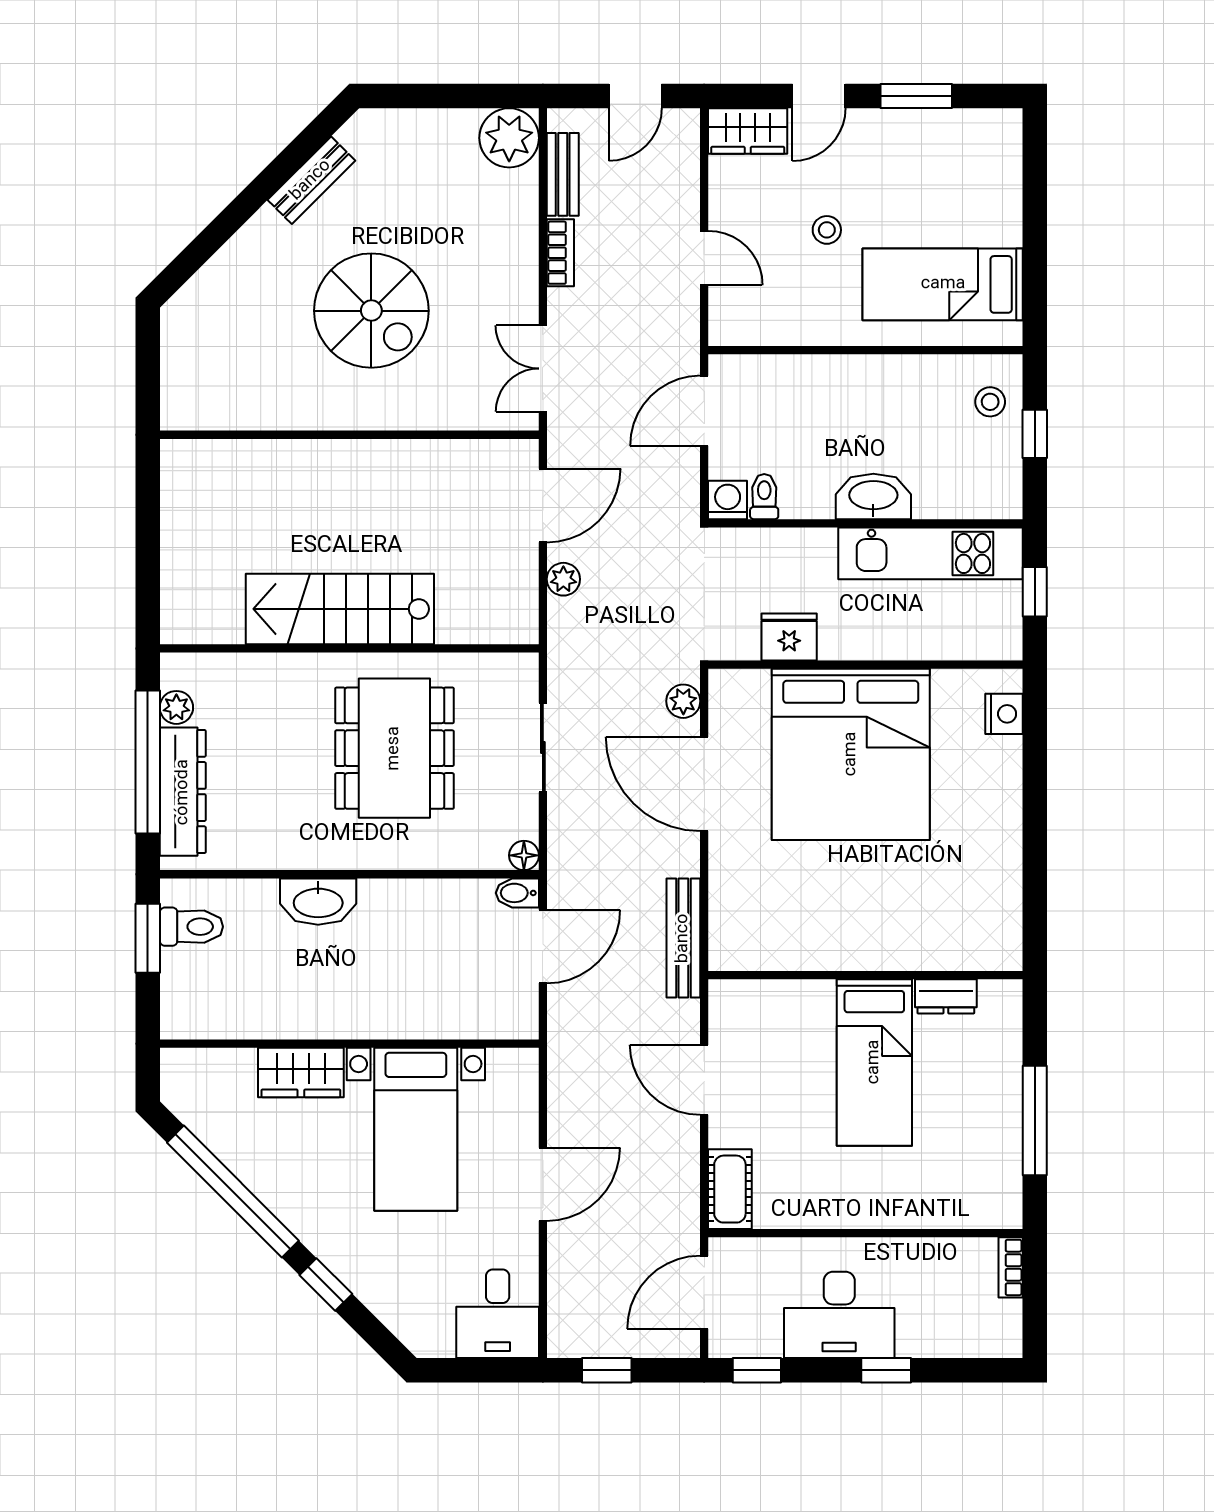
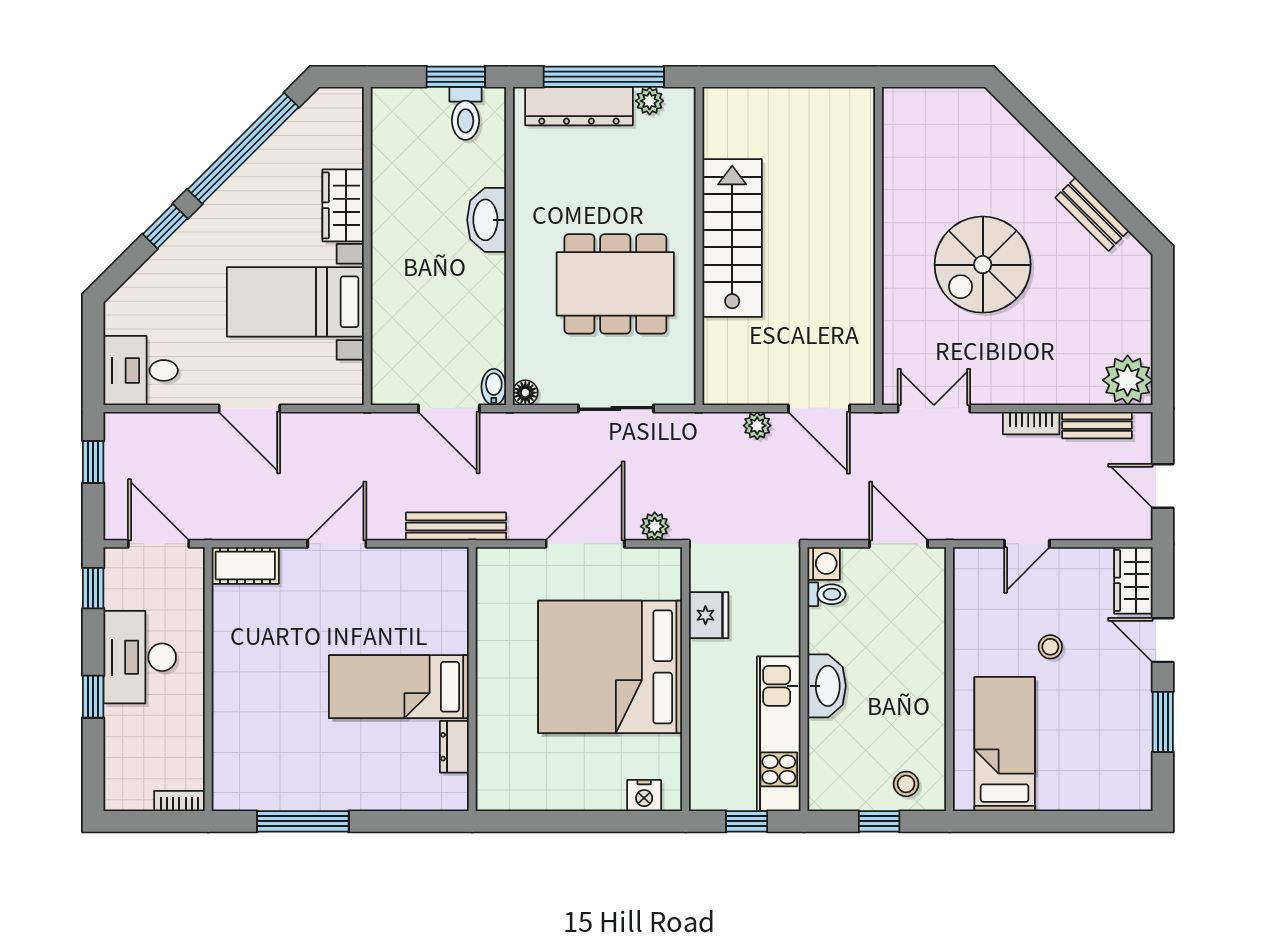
wall: (865, 975) -> (472, 679), moved
dresser: (946, 996) -> (454, 747), moved
bed: (874, 1062) -> (399, 687), moved

